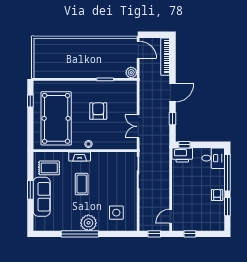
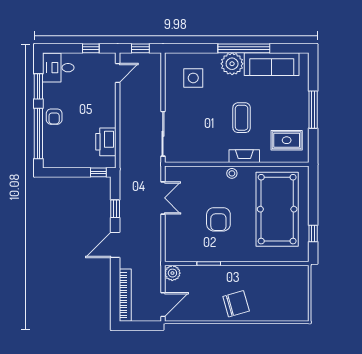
chair: (86, 50) -> (236, 304), added
door: (138, 50) -> (163, 305), swing flipped
printer: (182, 155) -> (106, 142), moved, turned -90
desk: (213, 158) -> (58, 68), moved
window: (30, 190) -> (313, 110), width x1.44
armchair: (217, 195) -> (54, 117), moved
sofa: (42, 197) -> (272, 64), moved, turned -90

